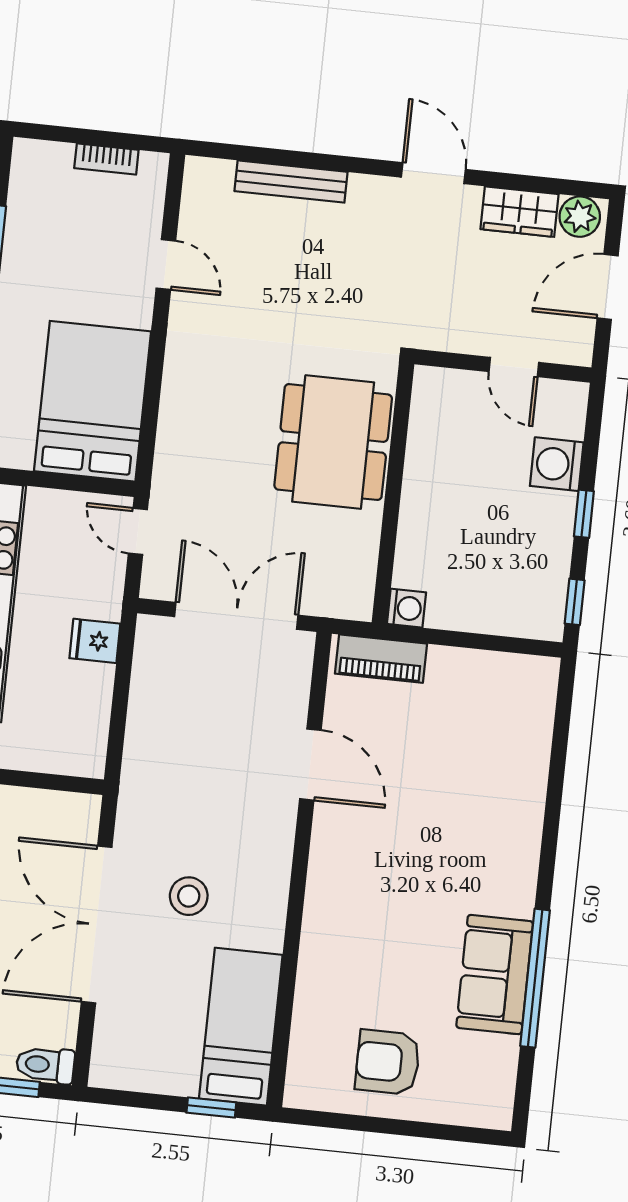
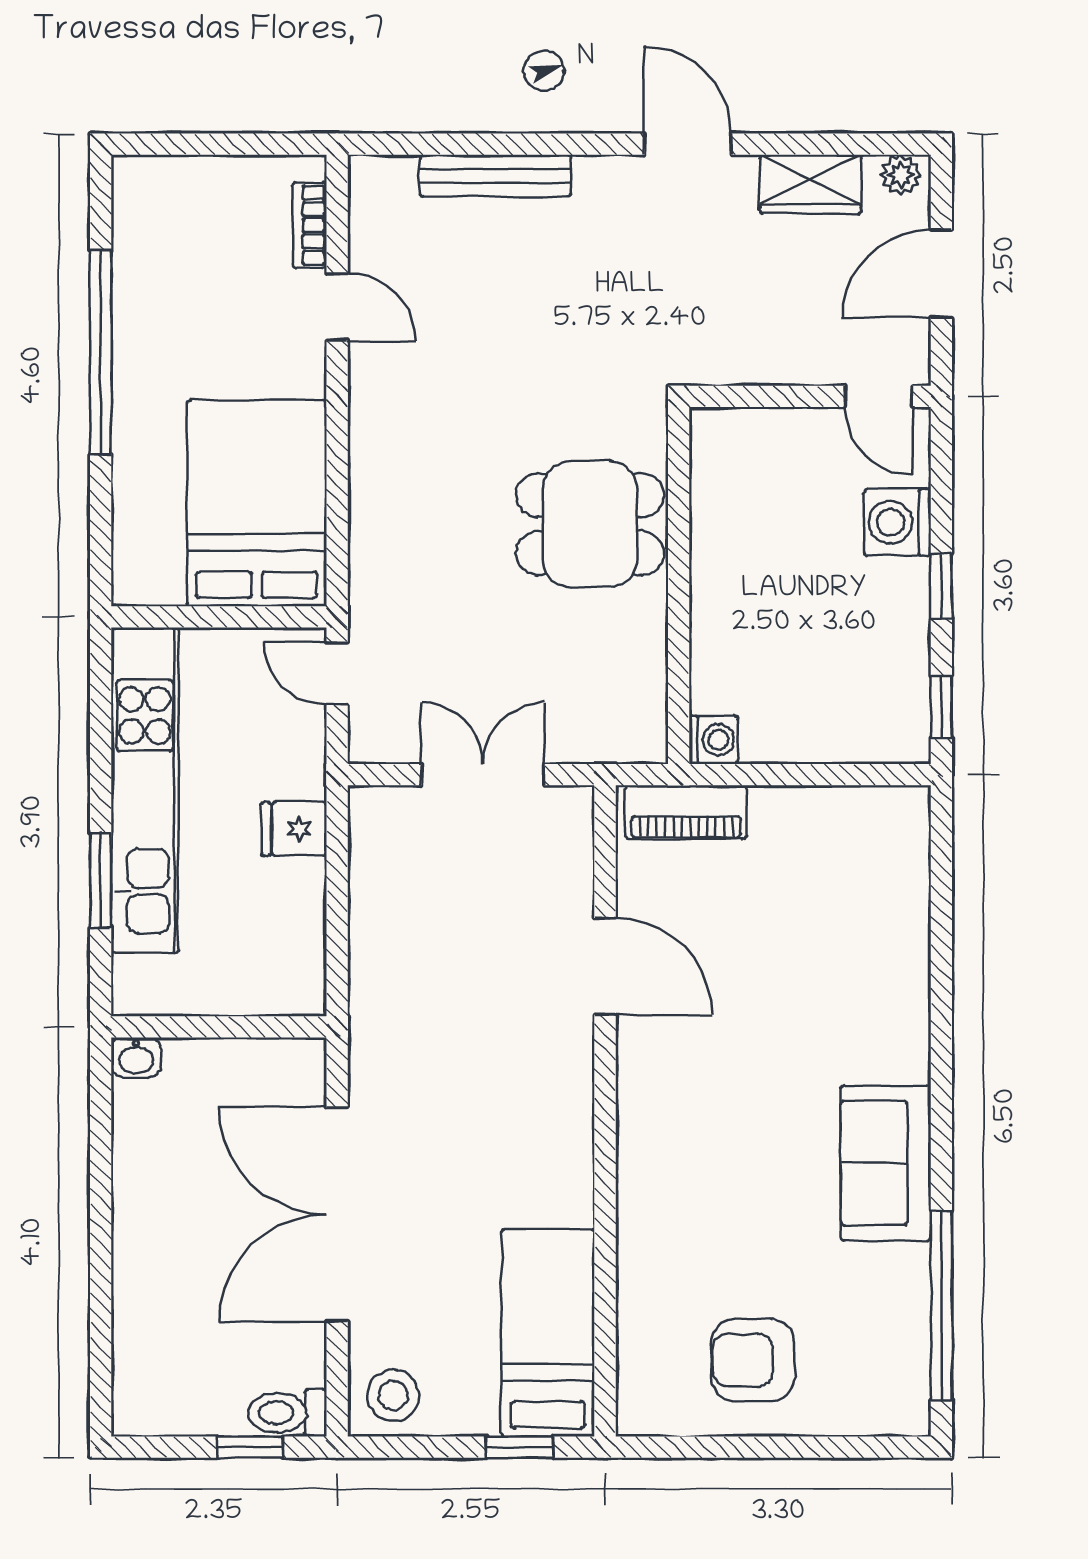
bookcase: (106, 159) -> (310, 225), moved, turned 90
plant: (580, 217) -> (901, 175), width x0.73, depth x0.73
door: (514, 367) -> (879, 396), moved
dining table: (333, 442) -> (590, 524), width x0.73
double door: (236, 616) -> (483, 775), width x0.73
stool: (189, 896) -> (393, 1395), moved
sofa: (495, 975) -> (886, 1163), moved
window: (535, 978) -> (941, 1305), moved

